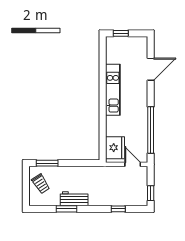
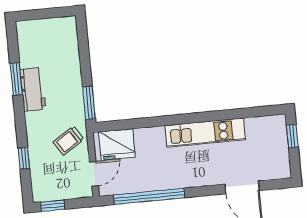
window: (47, 163) -> (89, 103), moved
trolley: (41, 184) -> (68, 141), moved

